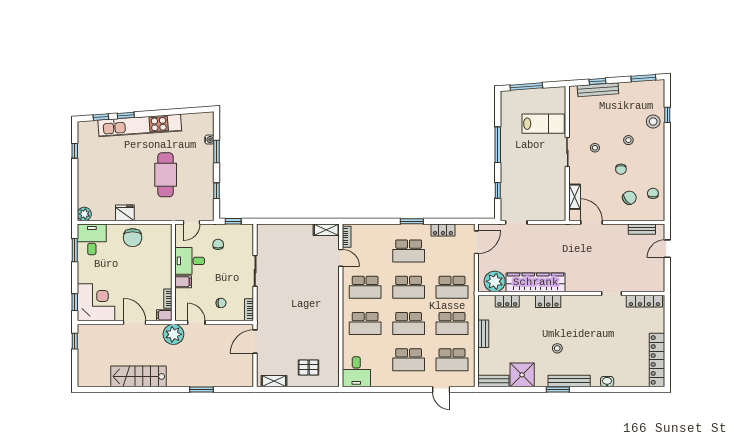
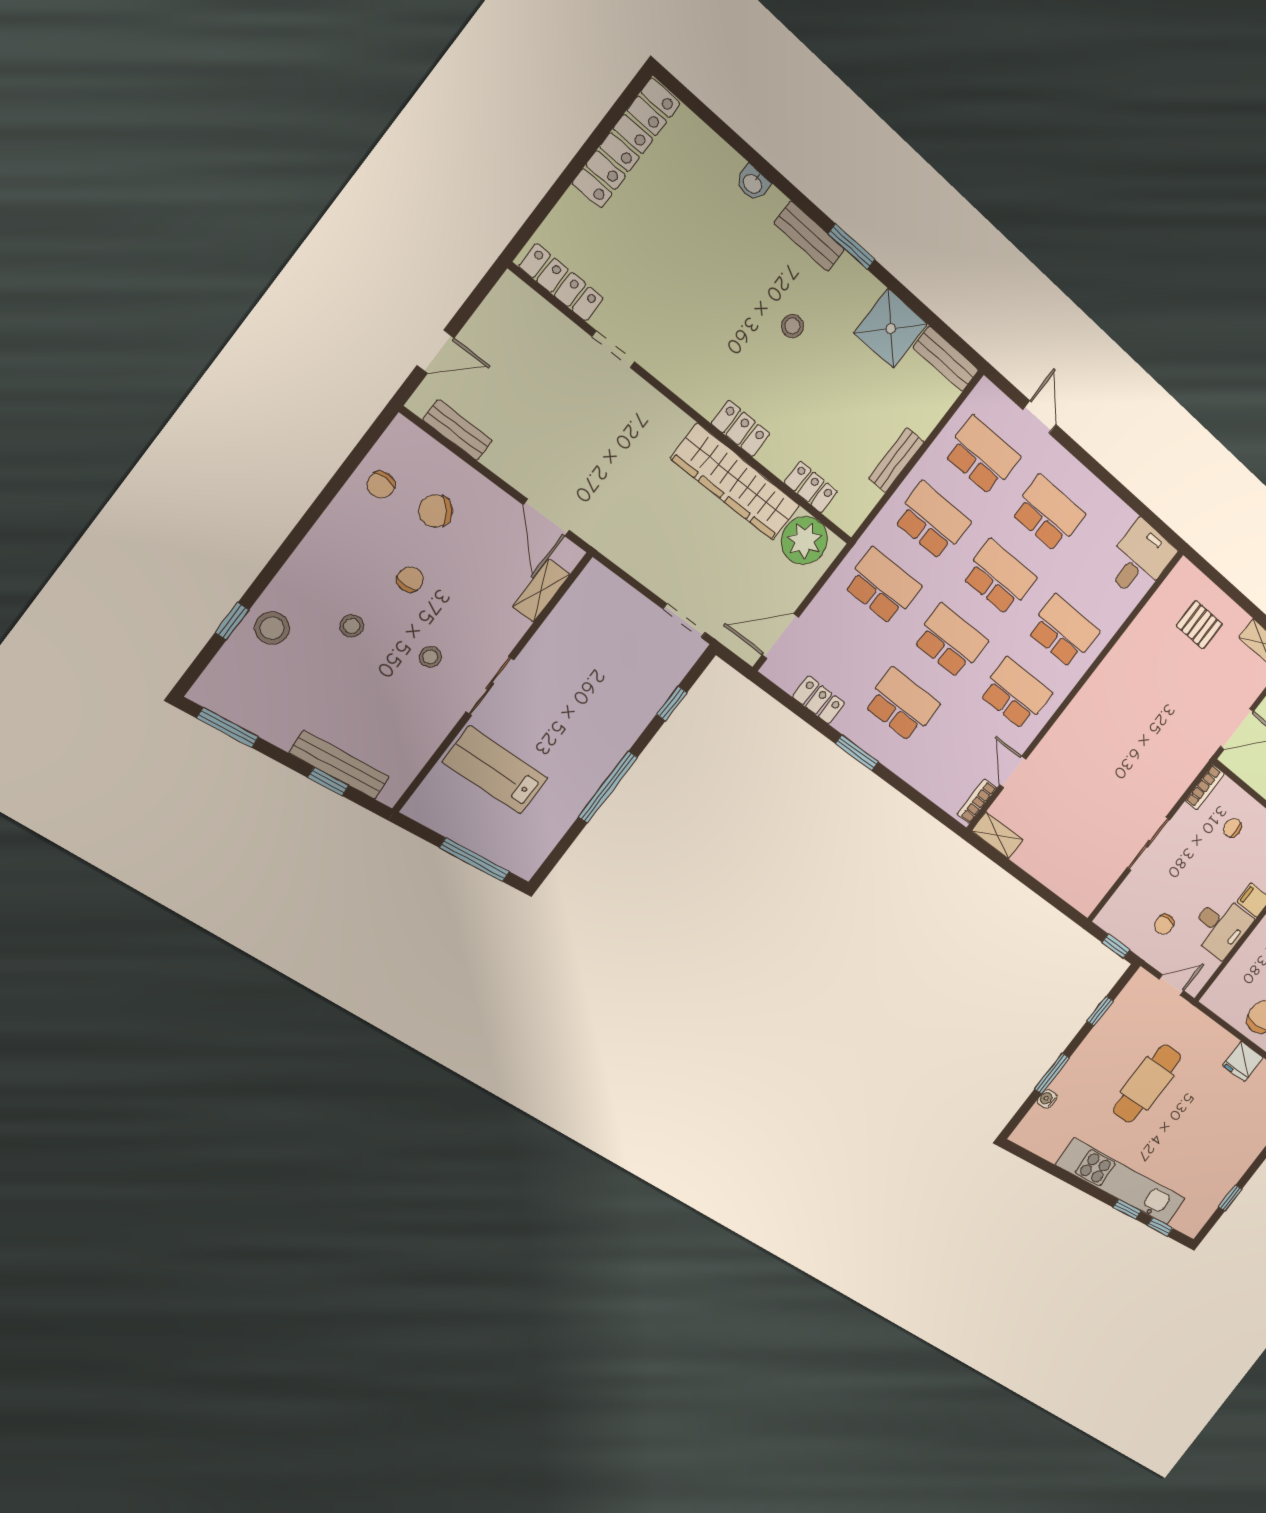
bench: (569, 381) -> (809, 236), width x0.73

